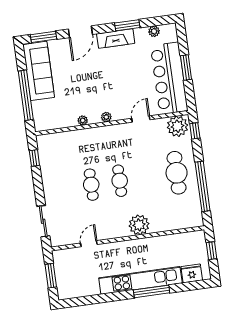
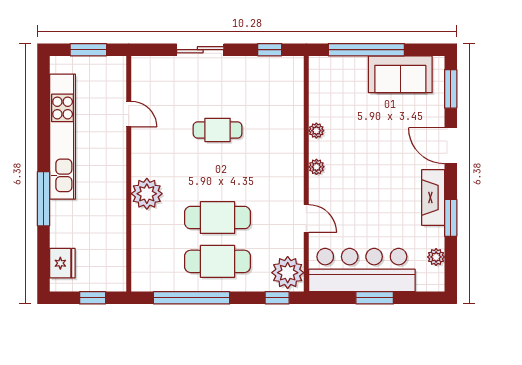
sofa: (39, 71) -> (400, 74), width x0.73
cafe table: (120, 181) -> (218, 218), moved, width x1.37, depth x1.35
sliding door: (43, 221) -> (200, 50), moved
kitchen unit: (140, 280) -> (63, 137), moved

